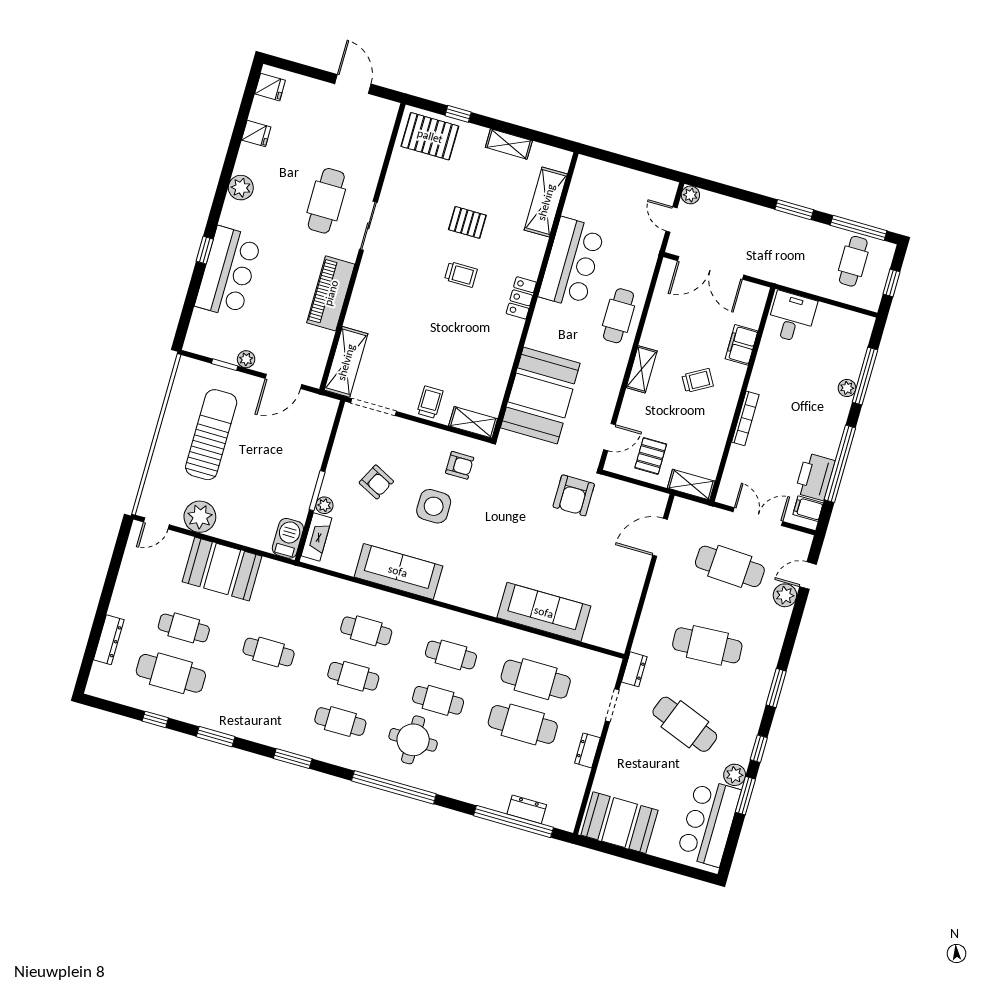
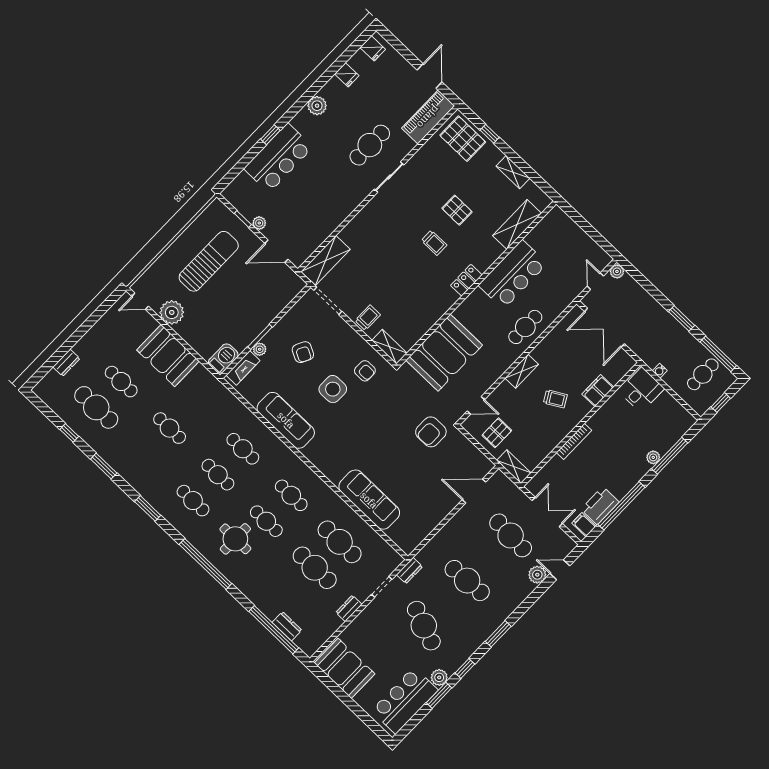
water cooler: (801, 284) -> (660, 371), added
piano: (331, 293) -> (428, 117), moved
dresser: (109, 640) -> (66, 363), width x0.70

